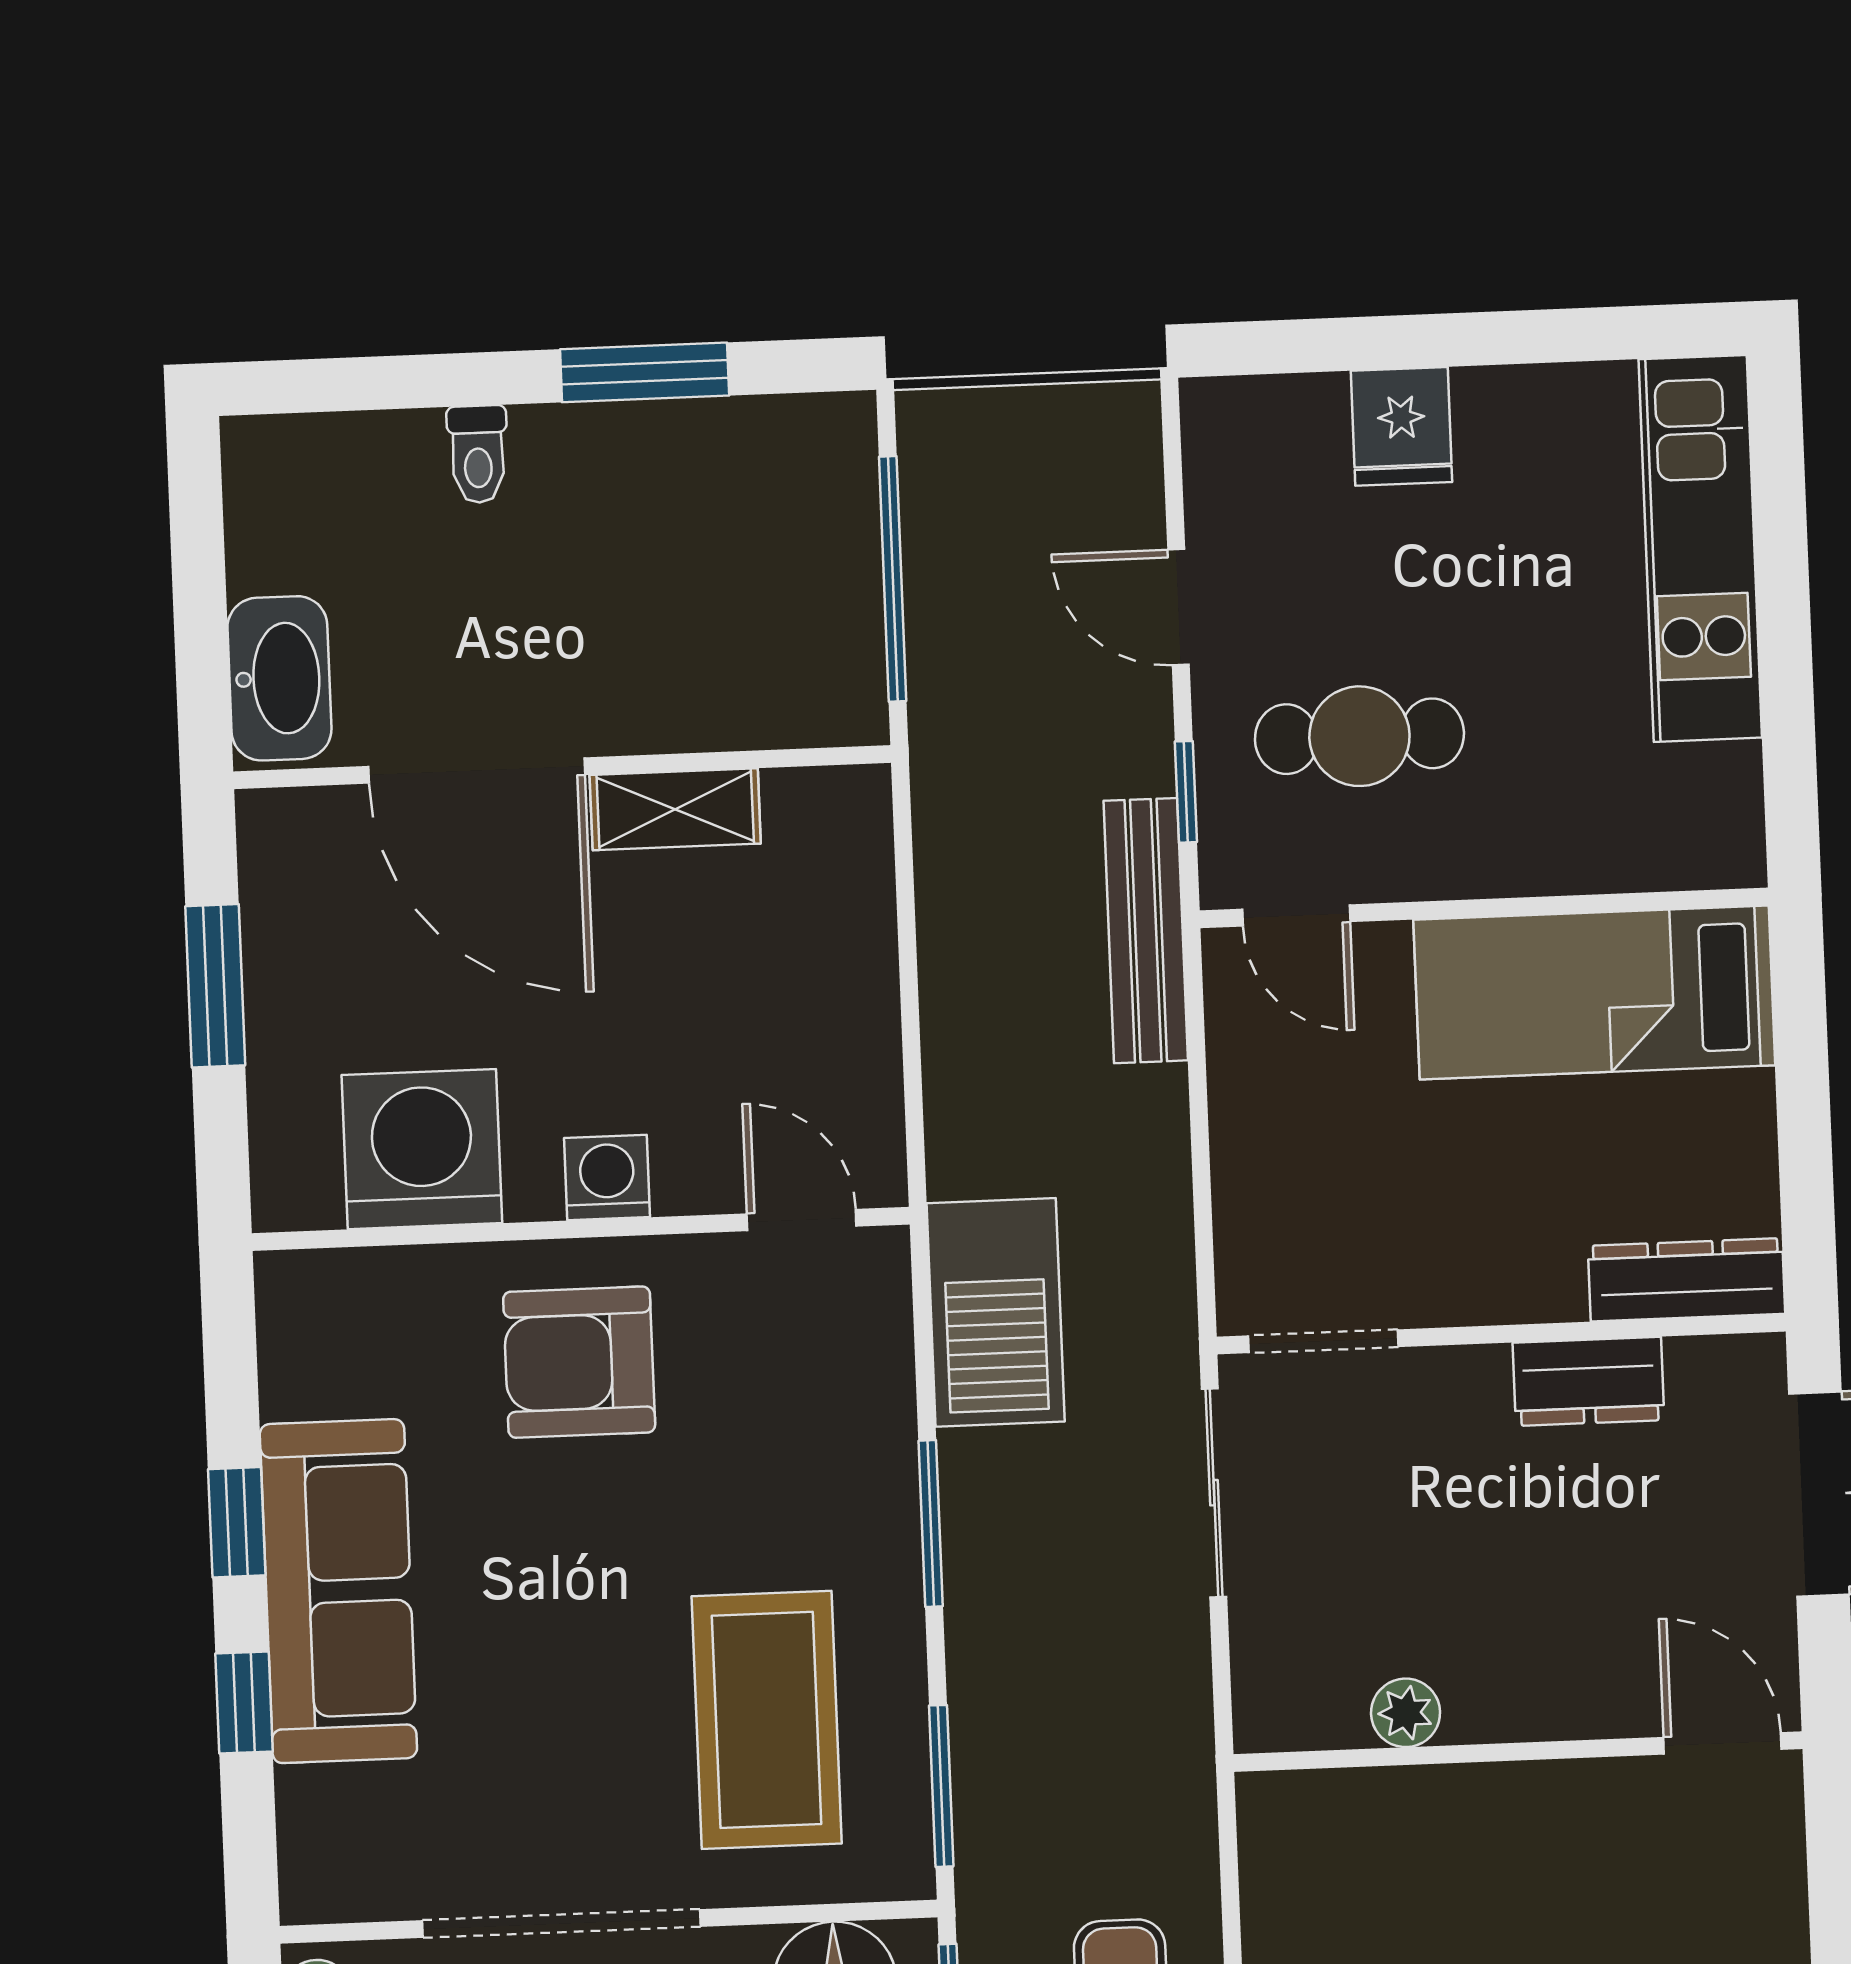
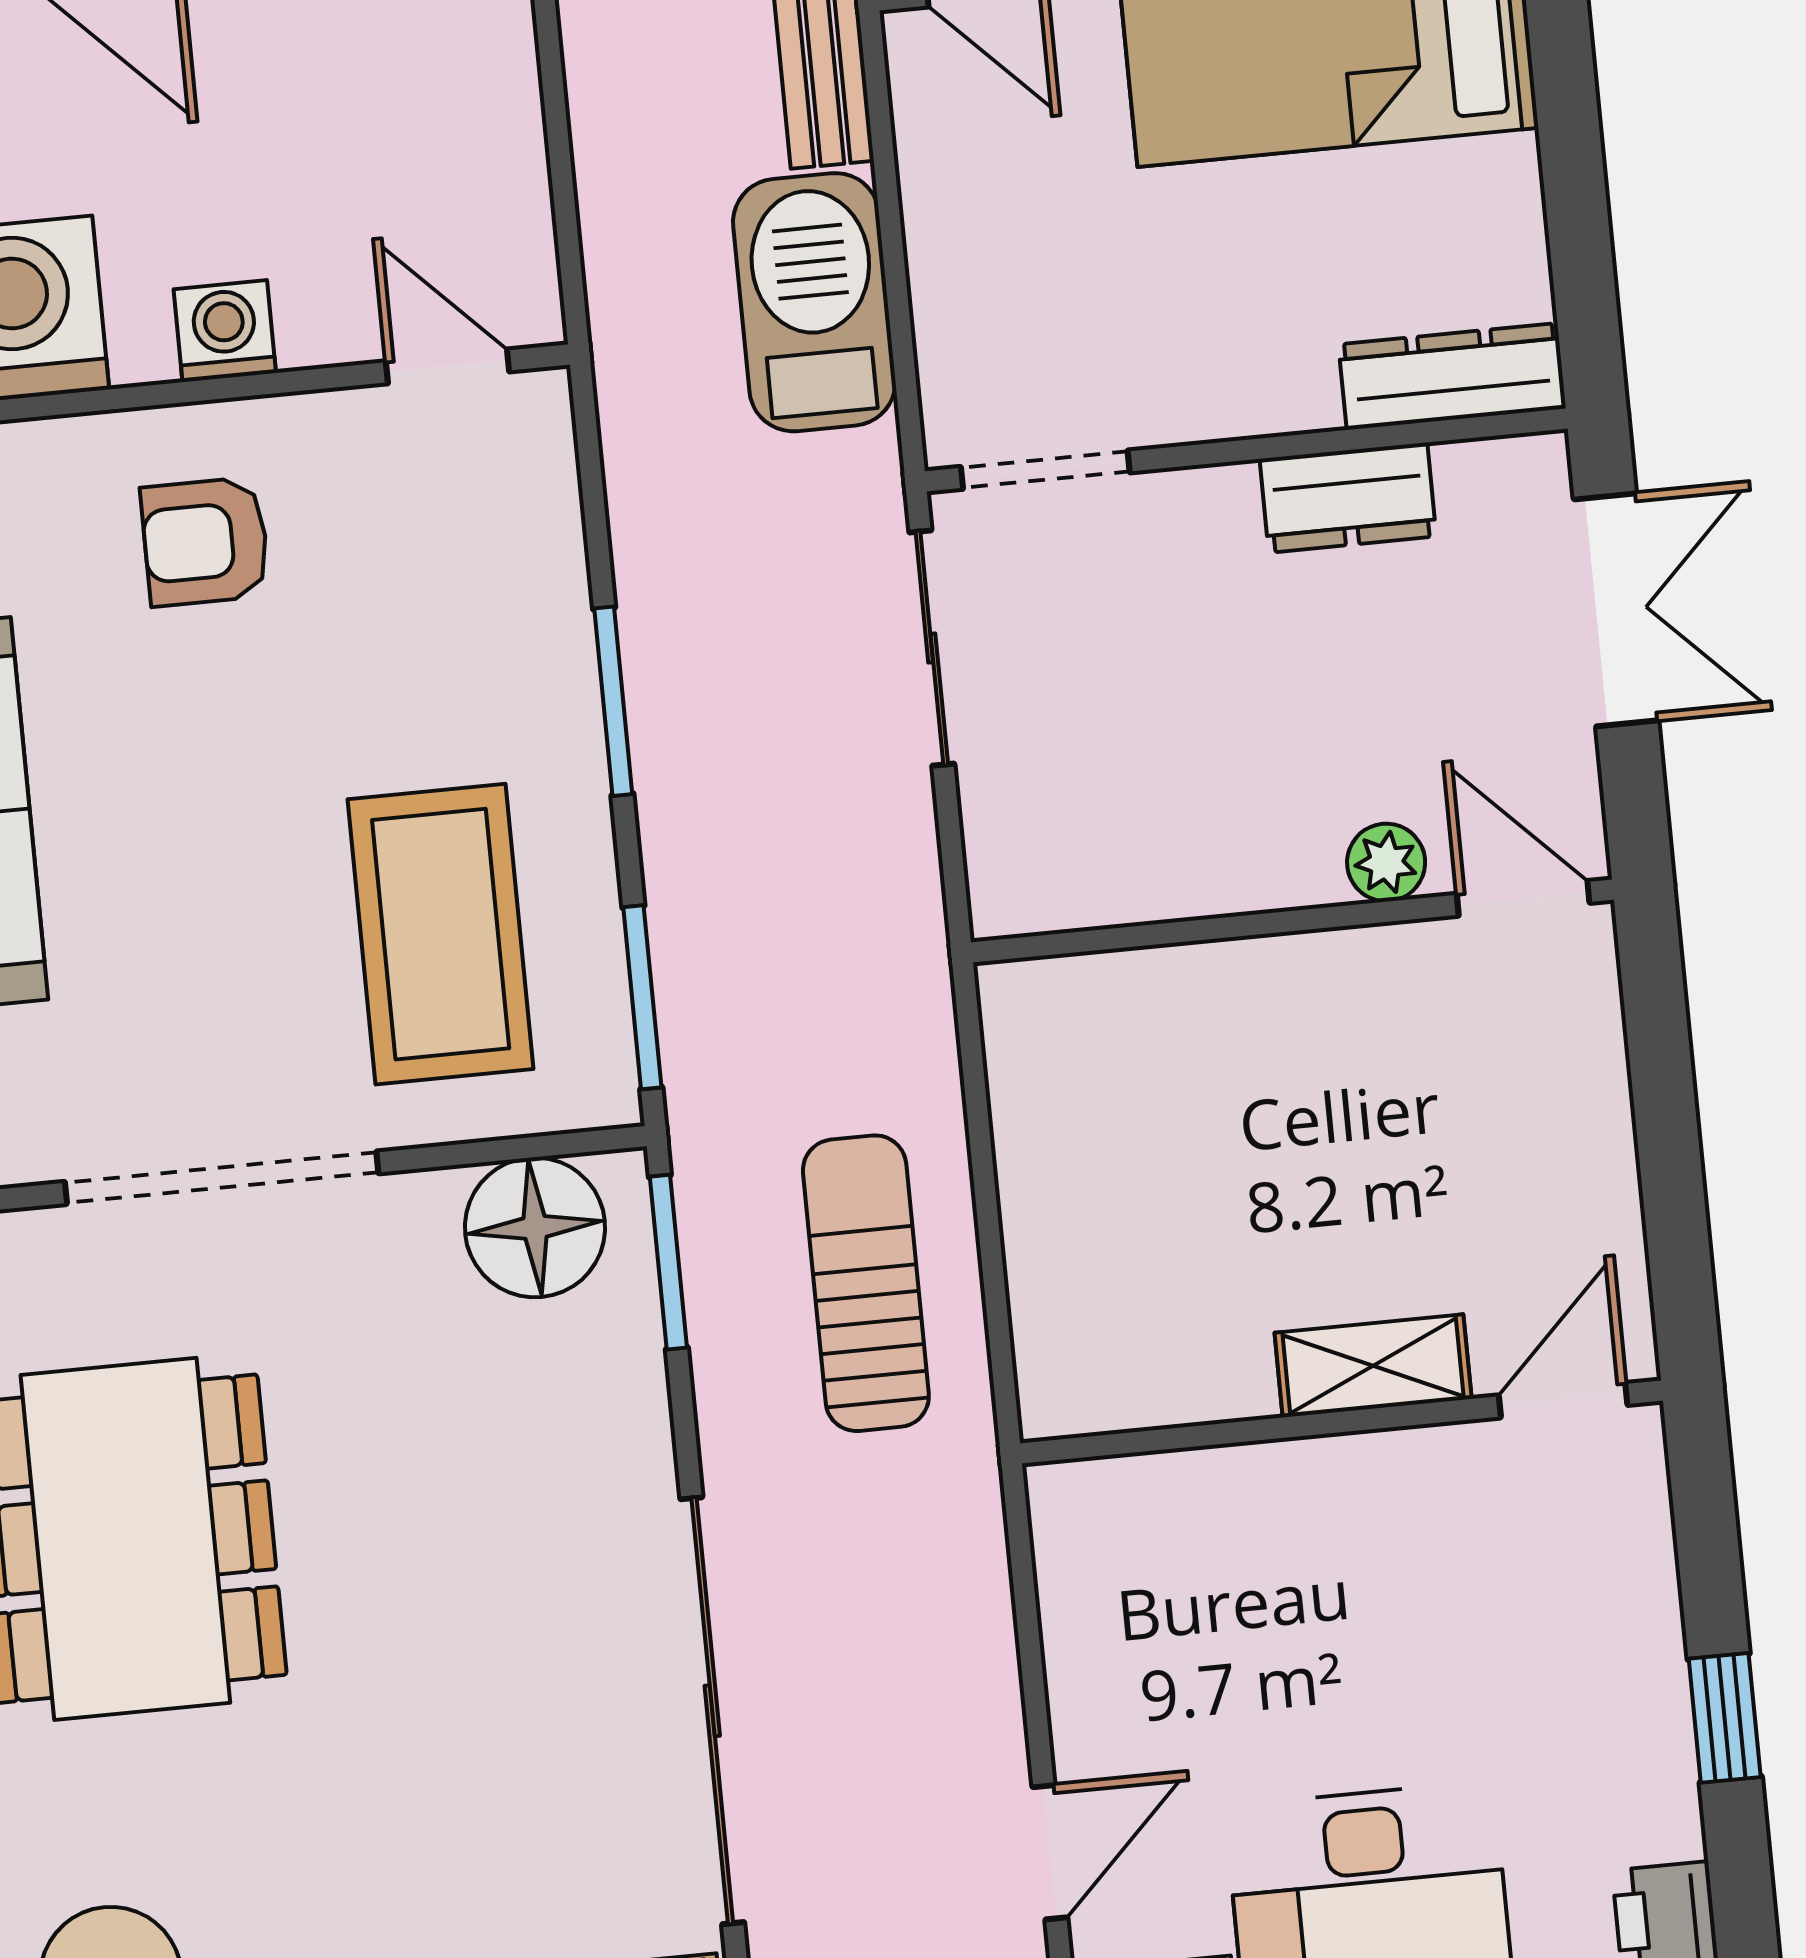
barbecue: (996, 1312) -> (814, 302), moved, turned 180
armchair: (579, 1362) -> (205, 542), width x0.72, depth x0.72
plant: (1406, 1713) -> (1386, 862), moved

